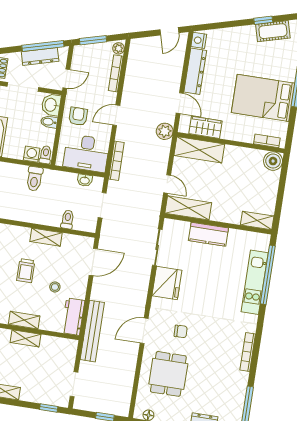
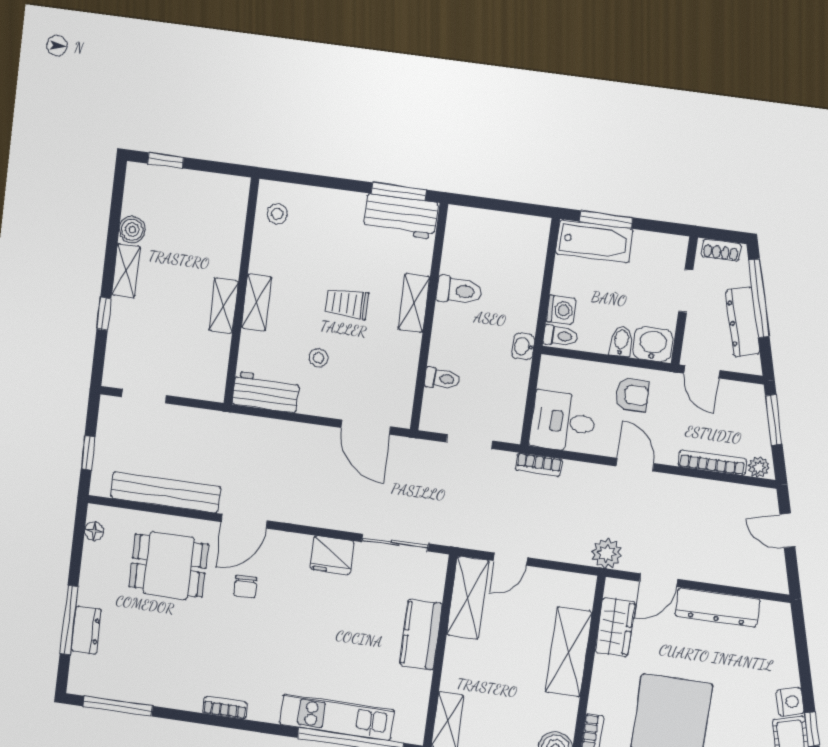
door: (169, 31) -> (787, 530), moved
nightstand: (199, 40) -> (790, 702), moved, turned 74
window: (43, 46) -> (759, 298), moved
doorway: (23, 87) -> (686, 291), width x0.73
shelving: (199, 150) -> (569, 652), moved
desk: (86, 153) -> (563, 422), width x0.73
bookcase: (116, 161) -> (539, 465), width x0.64
toilet: (34, 179) -> (459, 291), moved, turned 180
washbasin: (85, 180) -> (523, 346), moved
shelving: (46, 237) -> (414, 303), moved
fridge: (167, 283) -> (332, 555), width x0.73, depth x0.75
bench: (92, 331) -> (166, 492), moved
door: (144, 331) -> (244, 521), swing flipped
bookcase: (248, 352) -> (225, 708), width x0.64
window: (49, 408) -> (104, 314), moved

